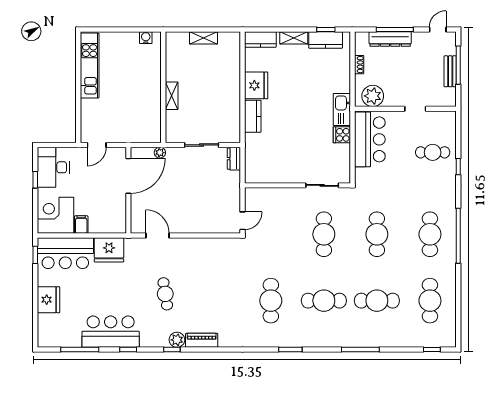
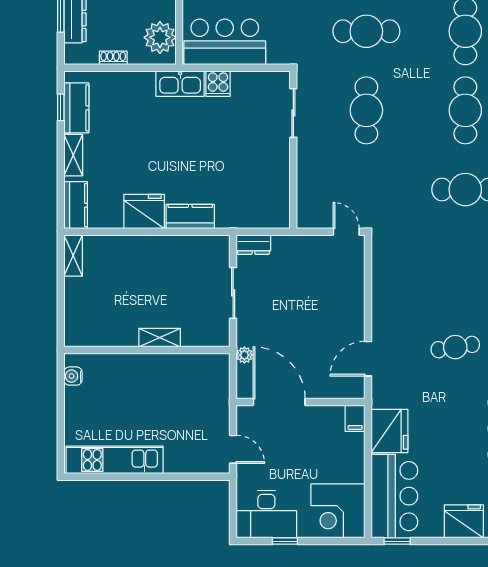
shelving: (203, 38) -> (73, 255), moved
filing cabinet: (81, 225) -> (355, 418), moved, turned -90
cafe table: (324, 234) -> (366, 110), turned 90

